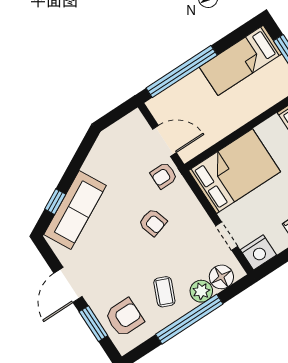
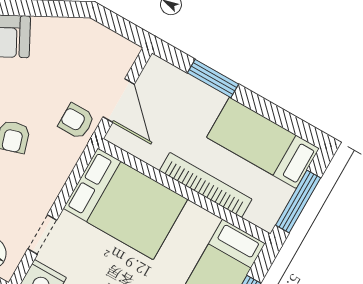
window: (182, 72) -> (213, 79), width x0.47
bookcase: (249, 112) -> (206, 185), added

